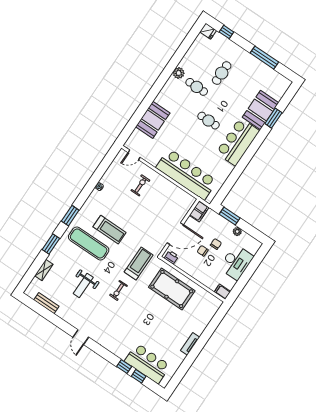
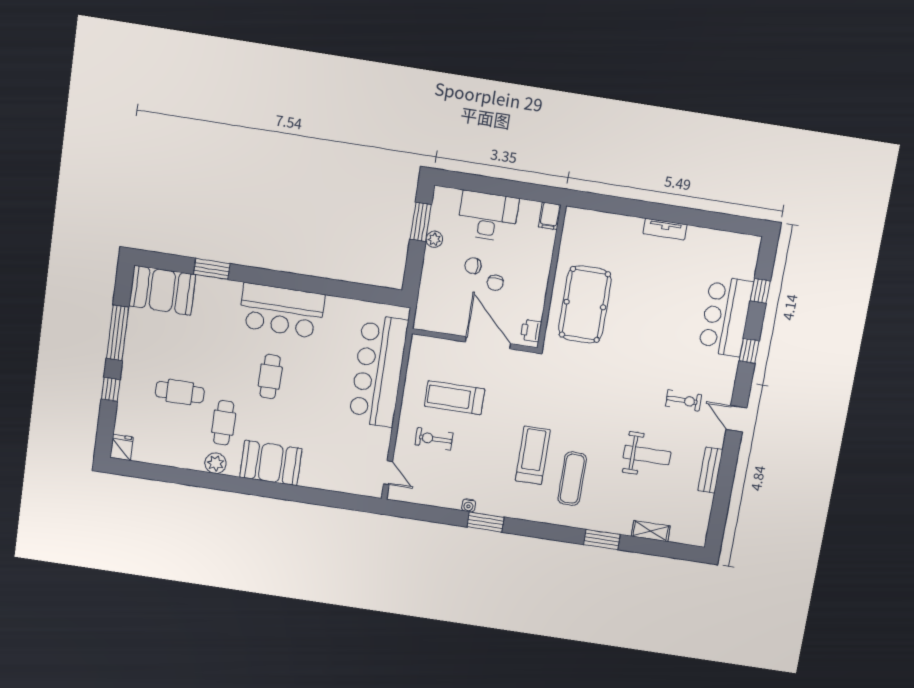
window: (226, 32) -> (111, 389), moved
booth: (261, 110) -> (162, 290), moved
booth: (153, 120) -> (271, 463), moved
filing cabinet: (199, 211) -> (431, 320), removed
window: (70, 216) -> (485, 522), moved
window: (230, 216) -> (421, 222), moved
exercise mat: (89, 244) -> (572, 479), width x0.73, depth x0.69
treadmill: (139, 263) -> (455, 398), moved
exercise bike: (118, 290) -> (683, 400), moved
bench: (46, 303) -> (710, 470), moved
door: (81, 337) -> (737, 419), swing flipped
bar counter: (147, 363) -> (726, 316), moved
window: (124, 366) -> (749, 351), moved

